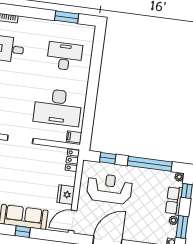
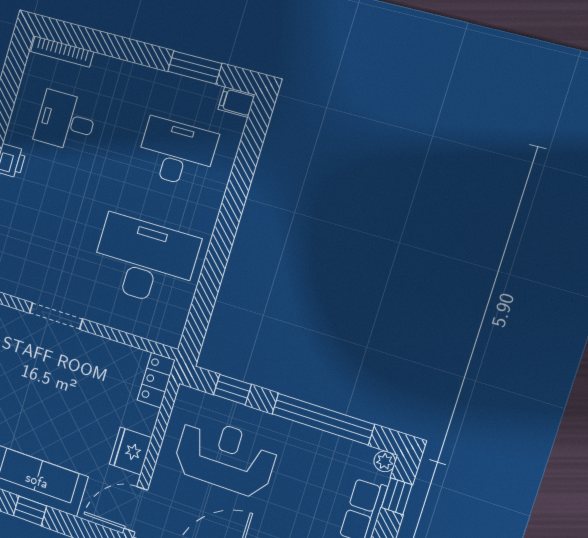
desk: (58, 107) -> (144, 261), turned 180
filing cabinet: (74, 137) -> (236, 102), moved

